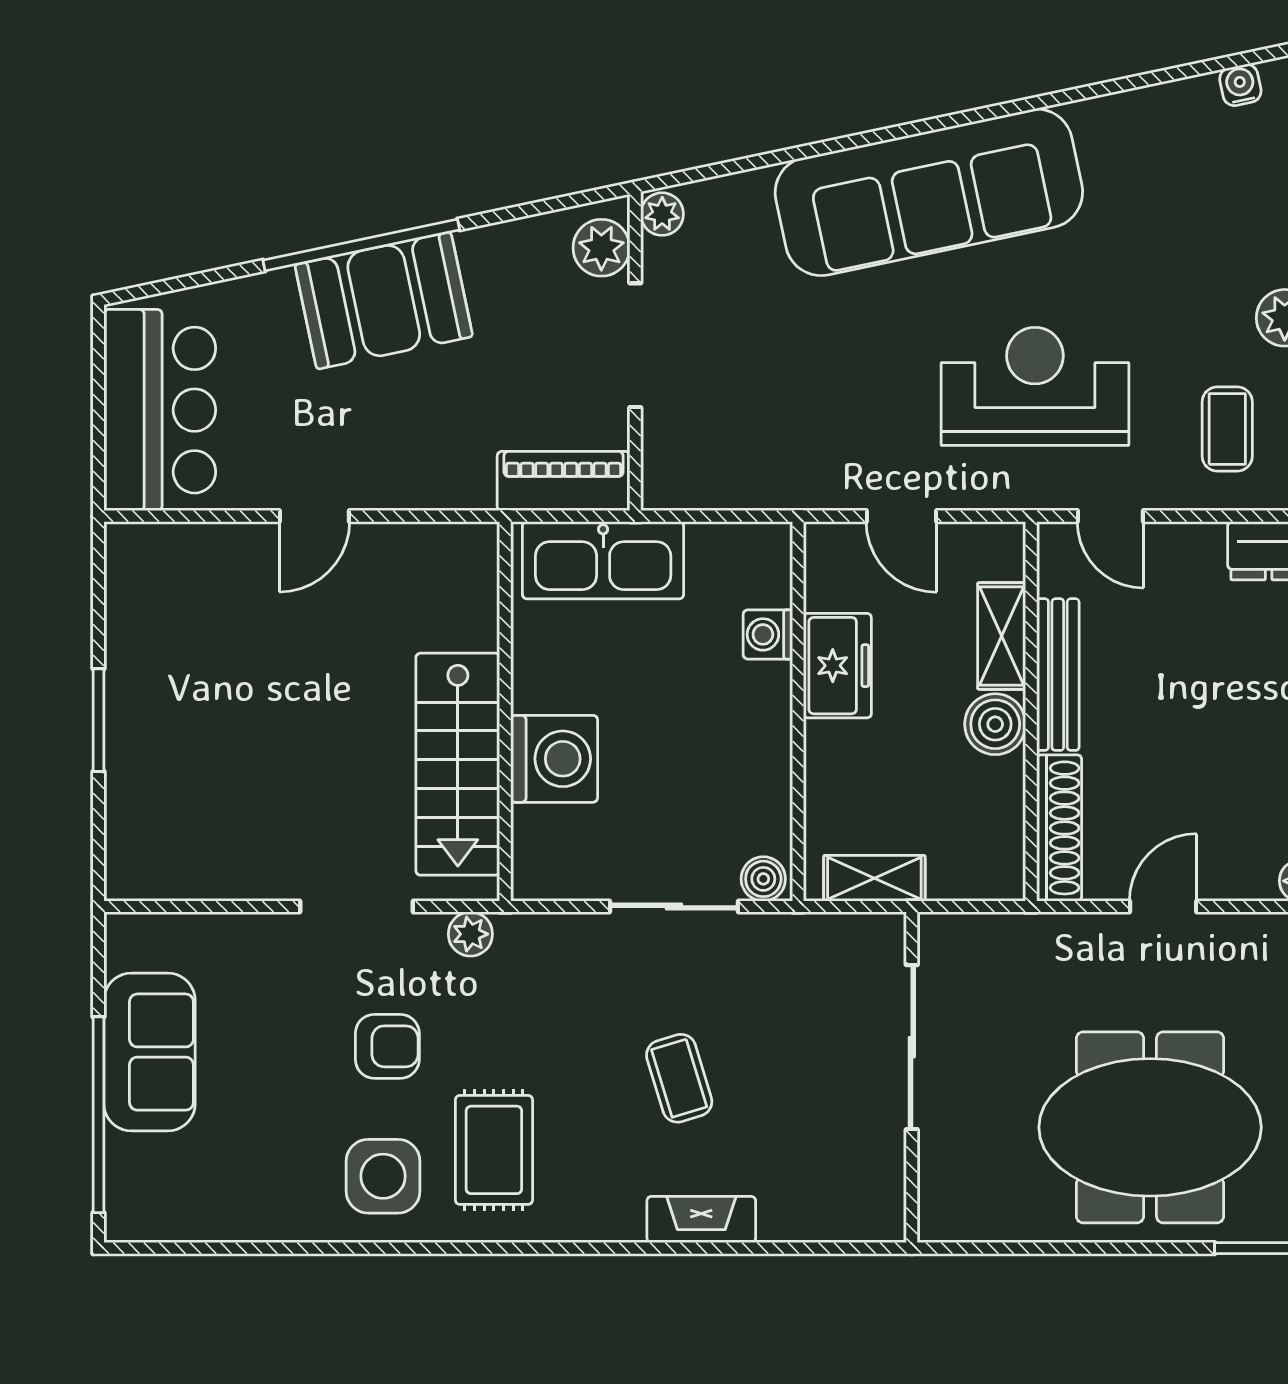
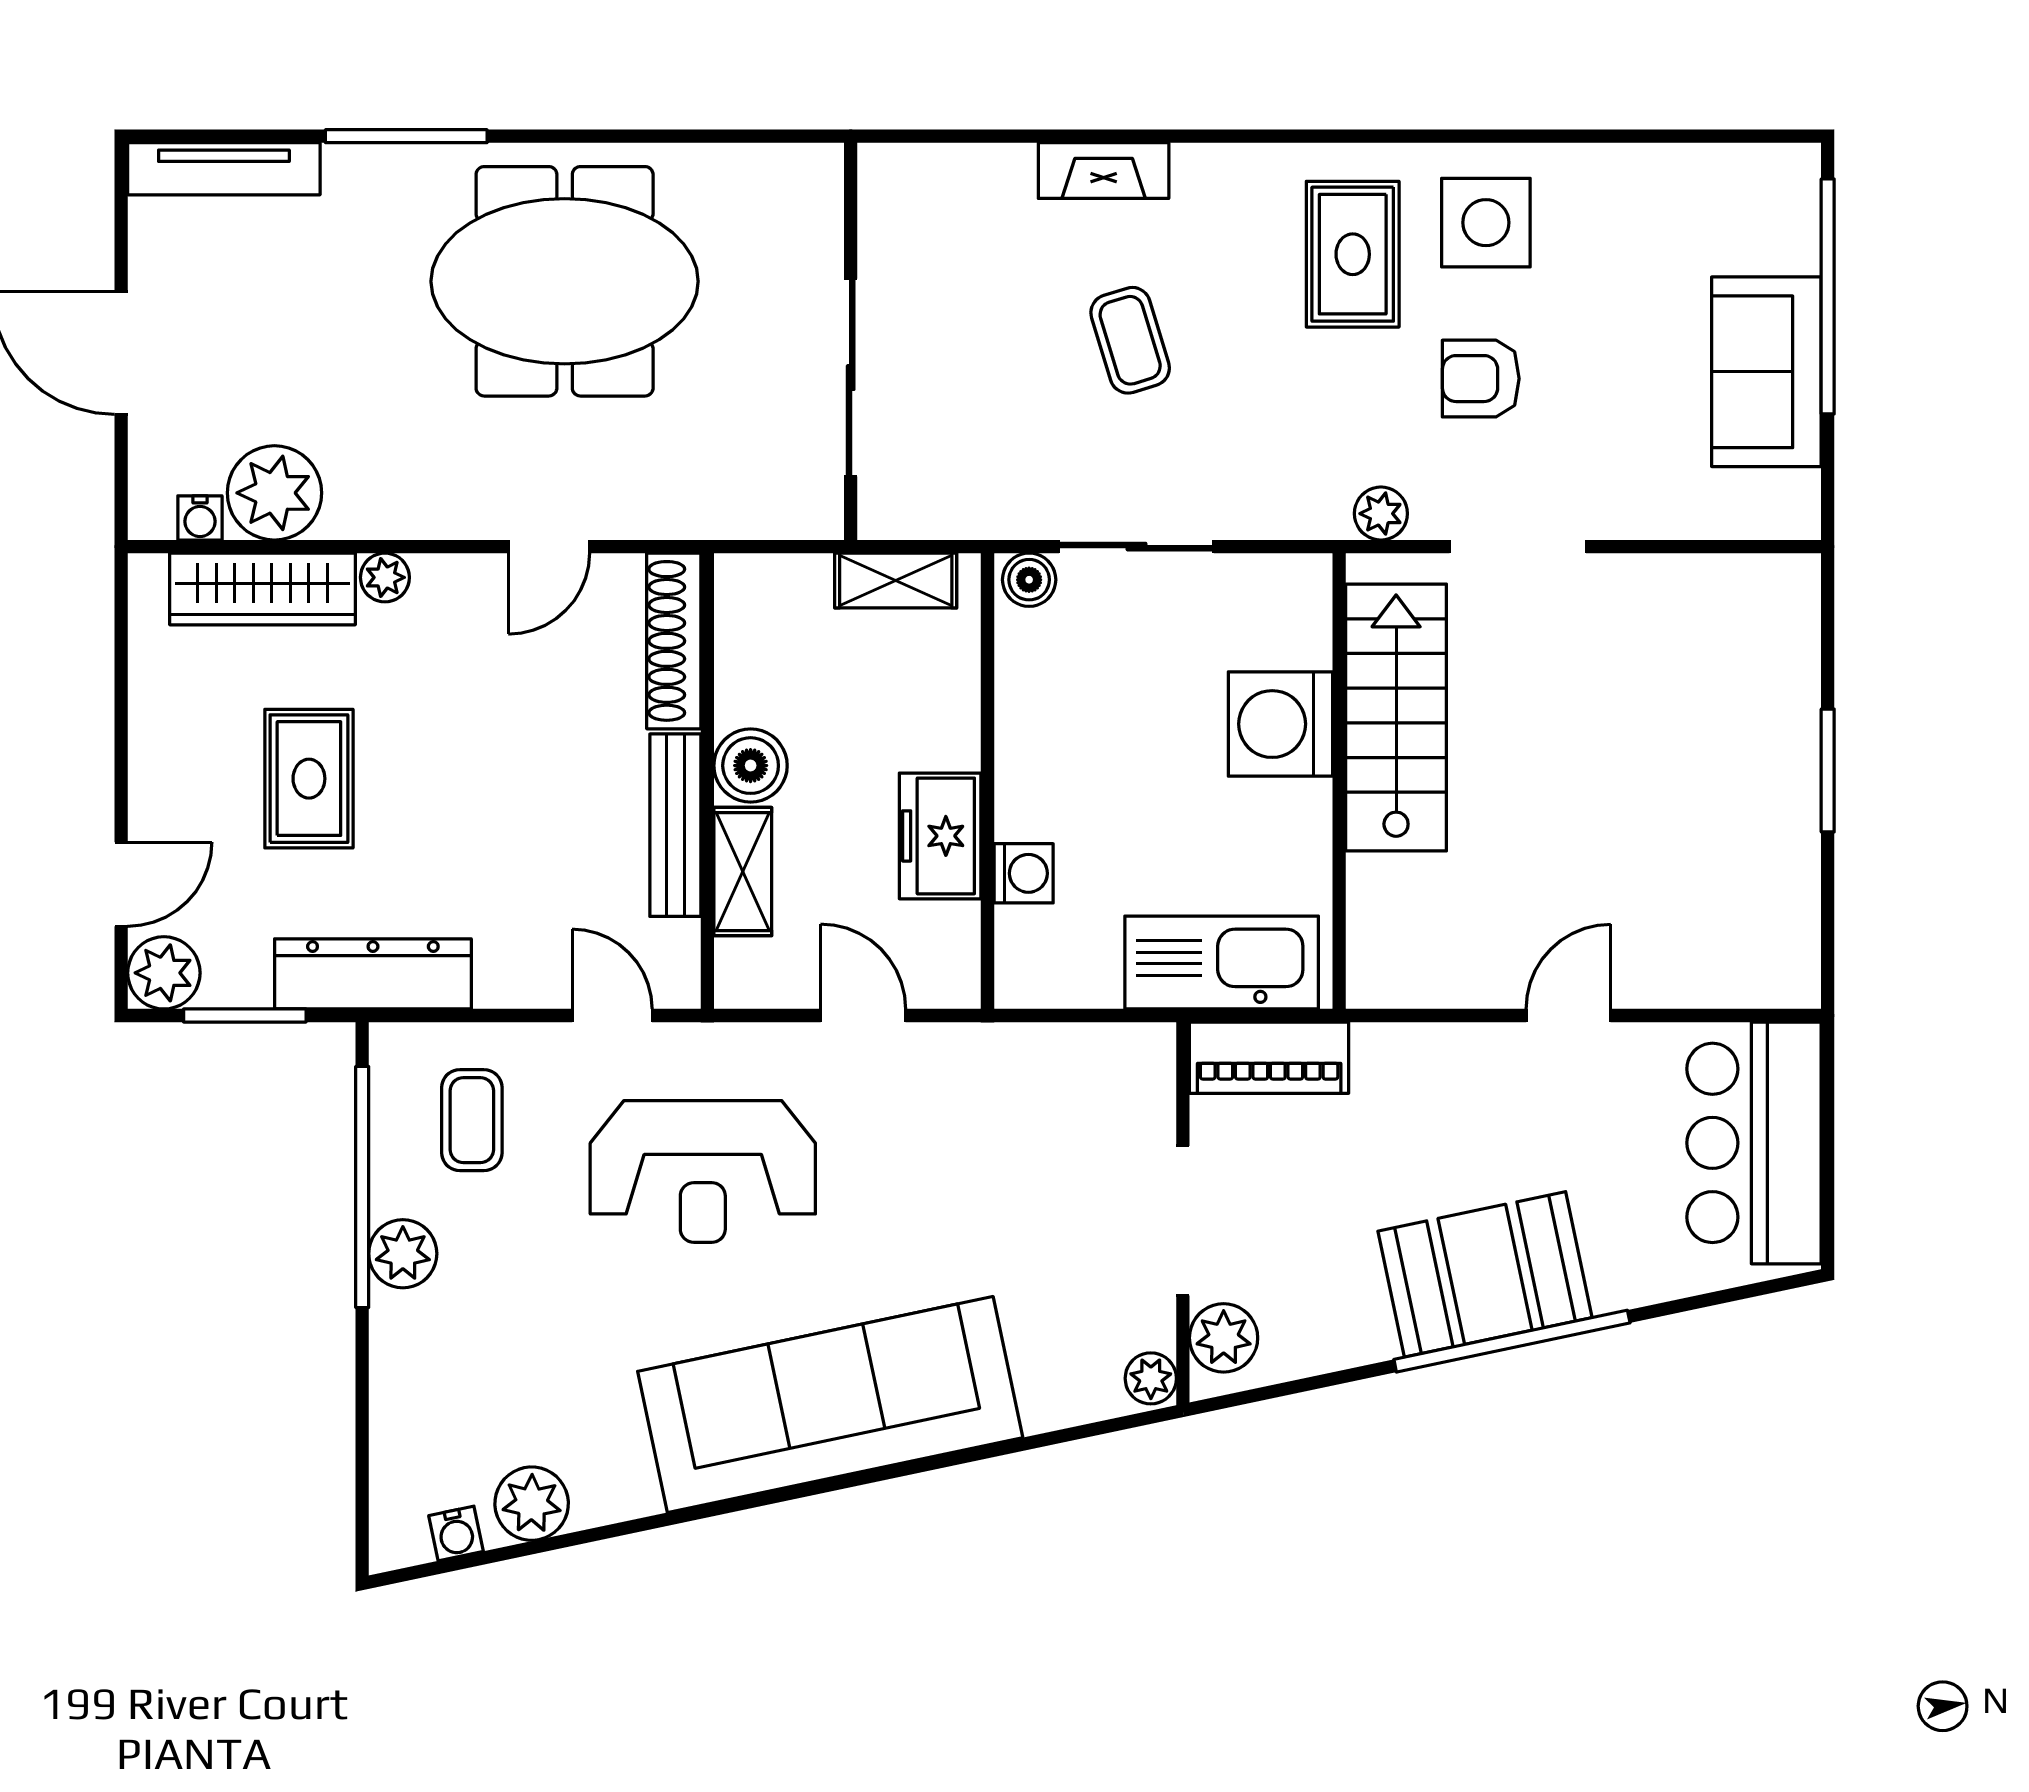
plant: (1177, 110) -> (532, 1504), added

